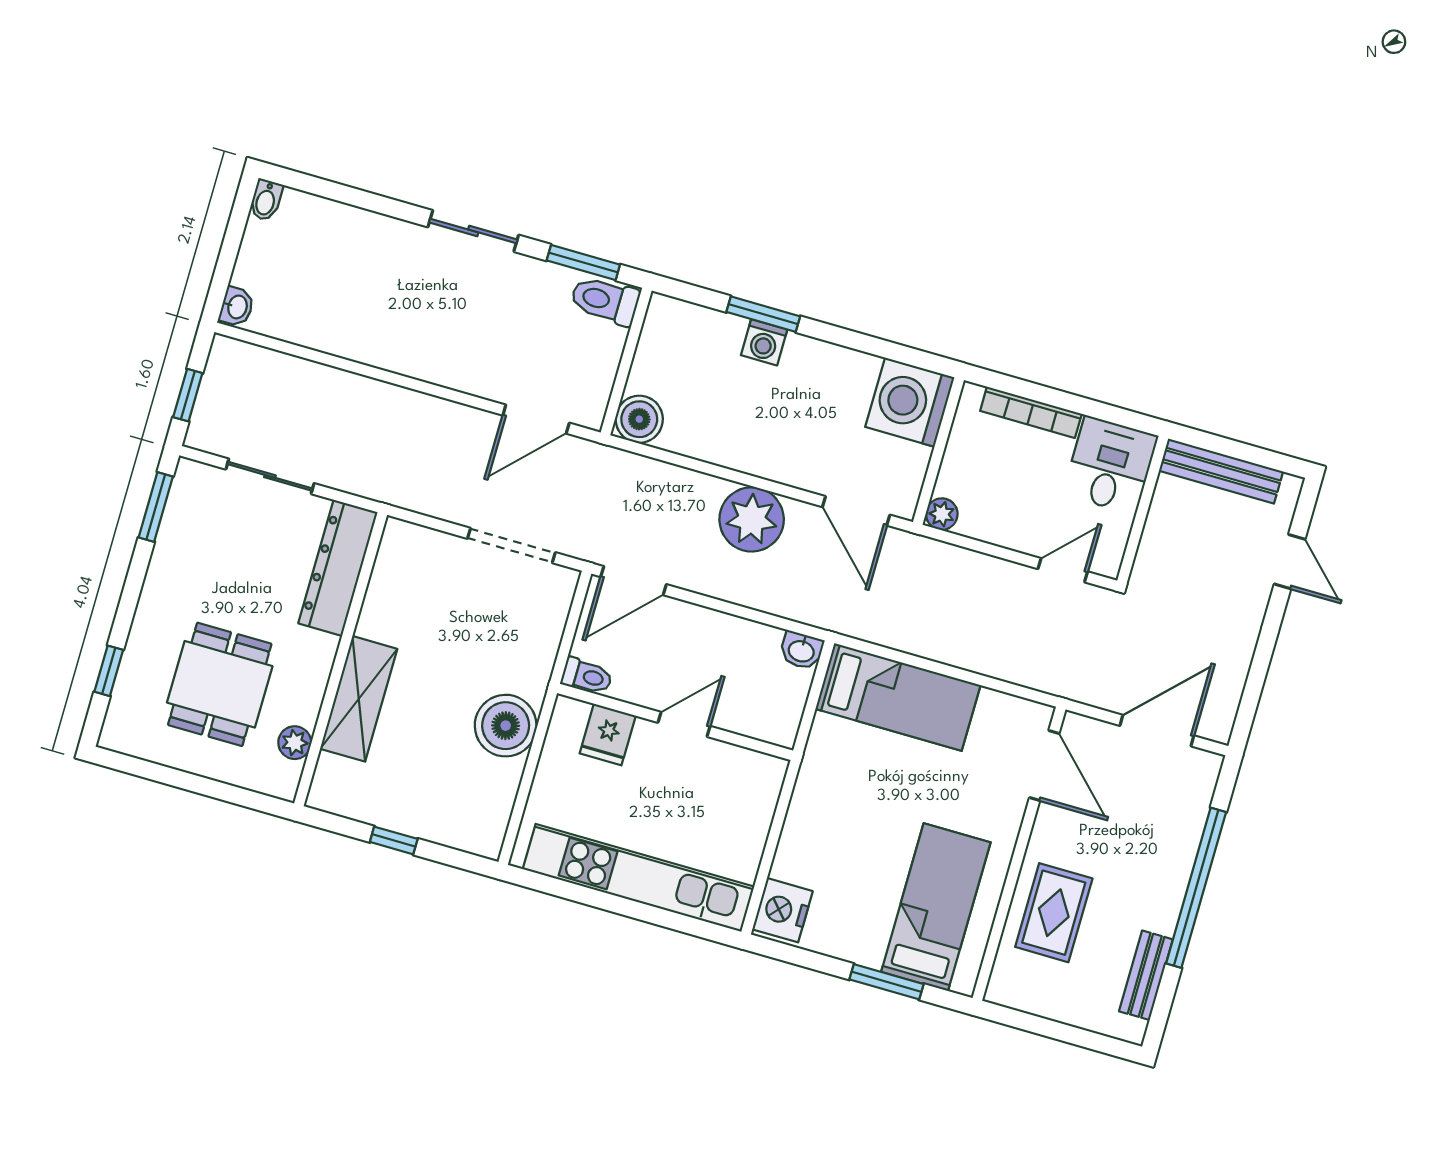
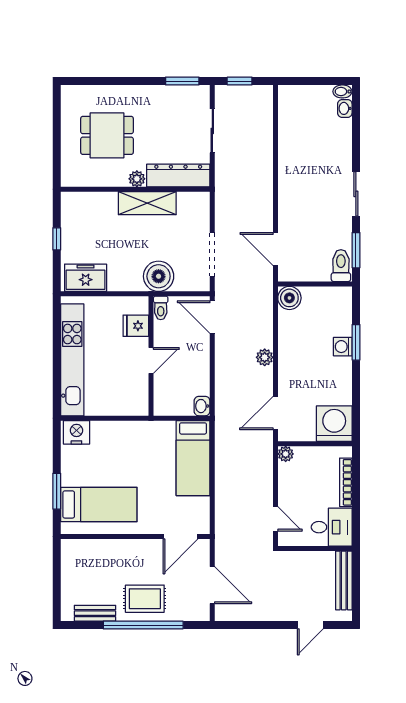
washbasin: (237, 307) -> (345, 108), moved, turned 90
plant: (752, 519) -> (265, 357), width x0.53, depth x0.53
window: (109, 671) -> (98, 81), removed
shelving: (359, 699) -> (147, 203), moved
door: (684, 724) -> (151, 361), hinge flipped
boiler: (506, 726) -> (159, 276), moved
plant: (295, 743) -> (137, 179), moved
freezer: (486, 806) -> (86, 278), added
rug: (1054, 913) -> (145, 599), moved

